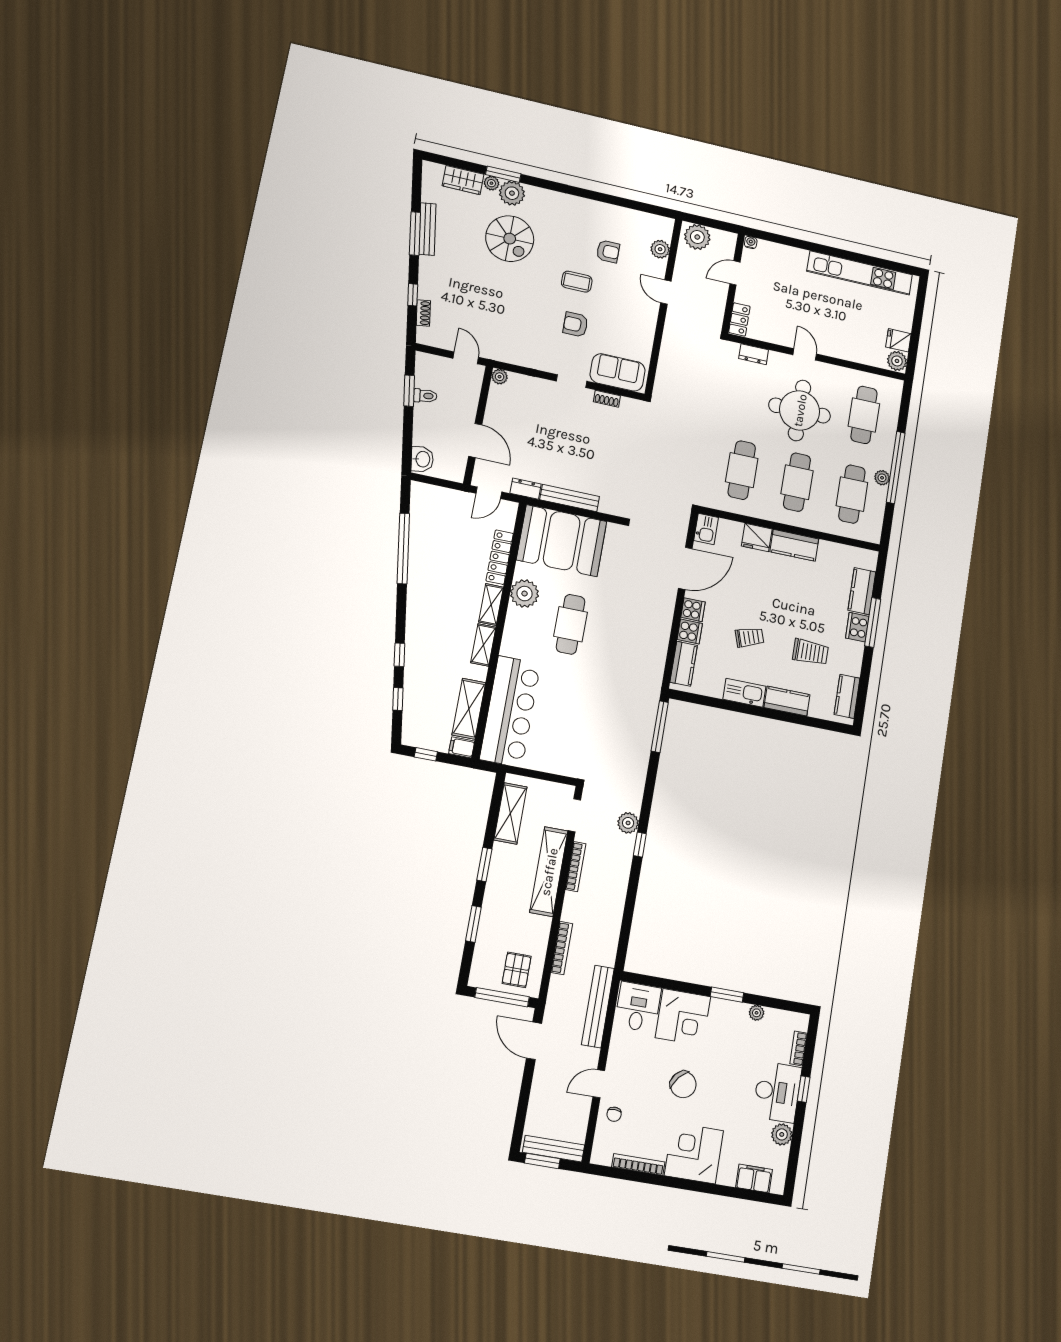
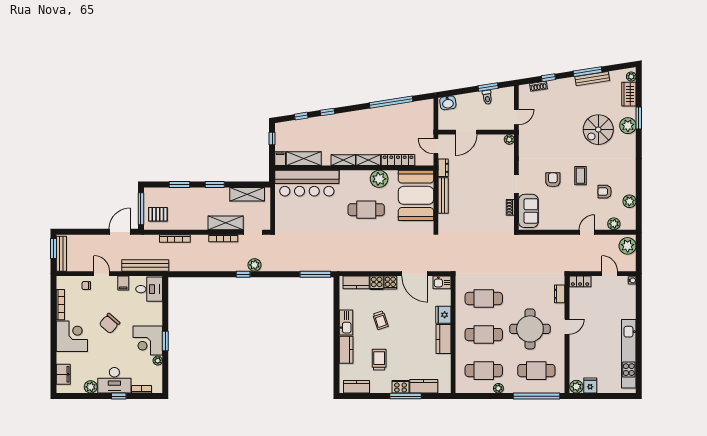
plant: (491, 183) -> (631, 77), moved
plant: (630, 218) -> (629, 201), added
armchair: (608, 251) -> (605, 192), turned 90
window: (896, 467) -> (537, 396), moved
trolley: (810, 652) -> (379, 360), turned 180
shelving: (549, 872) -> (226, 223), width x0.68
corner desk: (683, 1017) -> (148, 341), moved
filing cabinet: (620, 1049) -> (123, 283), added

